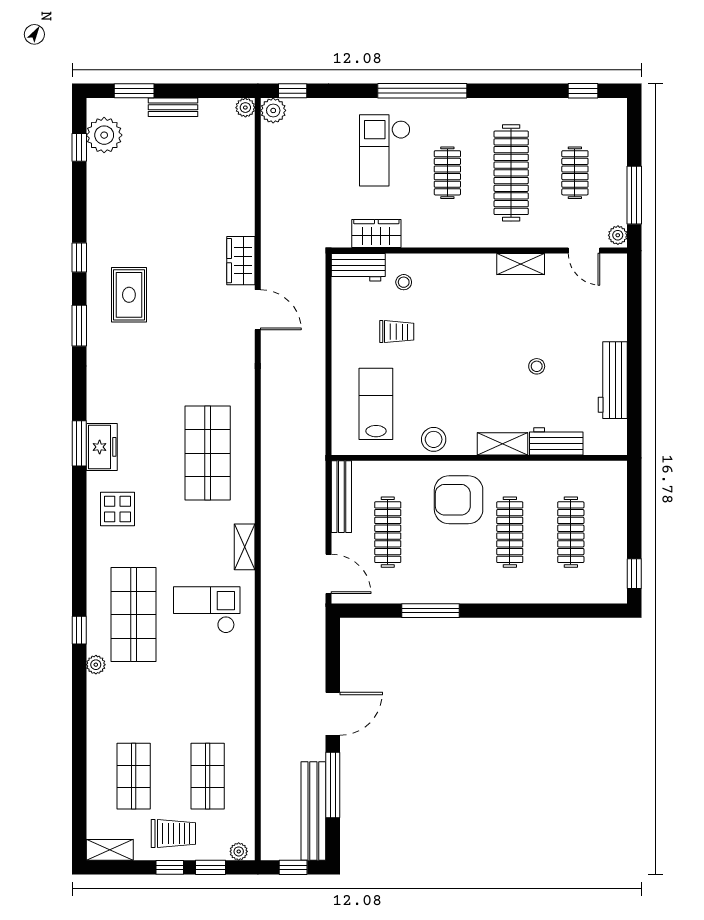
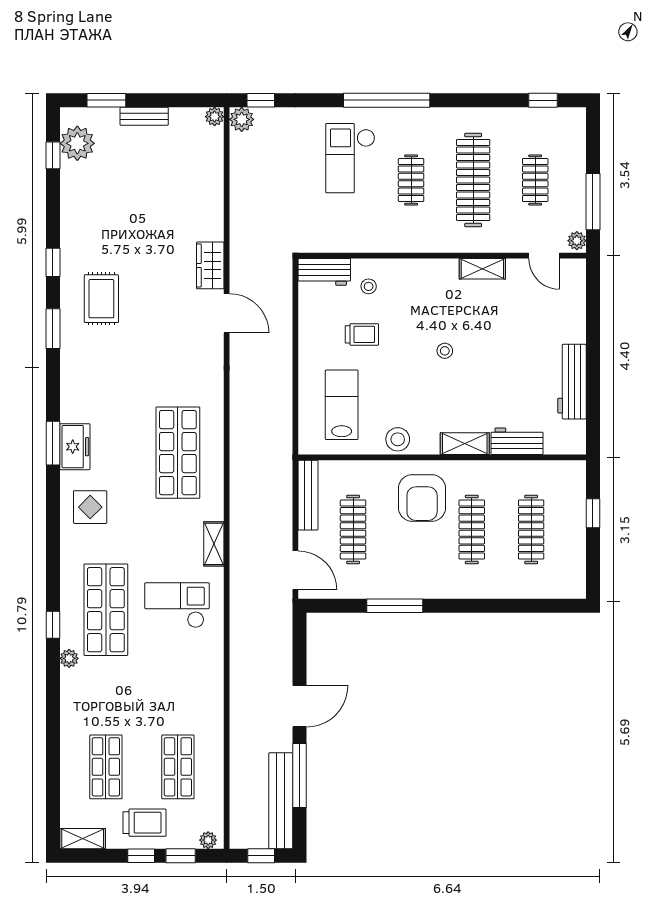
wardrobe: (376, 234) -> (342, 239), removed
stool: (537, 366) -> (445, 351), moved
armchair: (459, 500) -> (422, 498), turned -90
window: (634, 574) -> (593, 513), moved

